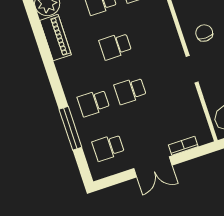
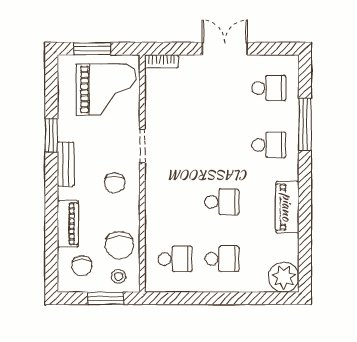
piano: (56, 38) -> (287, 207), moved
school desk: (130, 91) -> (222, 145), removed
bookcase: (183, 146) -> (162, 61), moved

